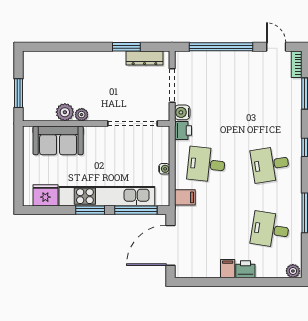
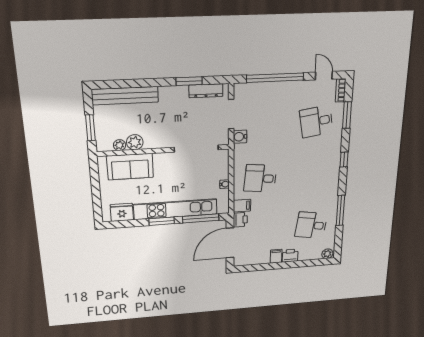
bench: (58, 60) -> (125, 96), added
plant: (82, 115) -> (120, 145), moved
printer: (183, 131) -> (240, 220), moved
desk: (270, 164) -> (316, 121), moved

